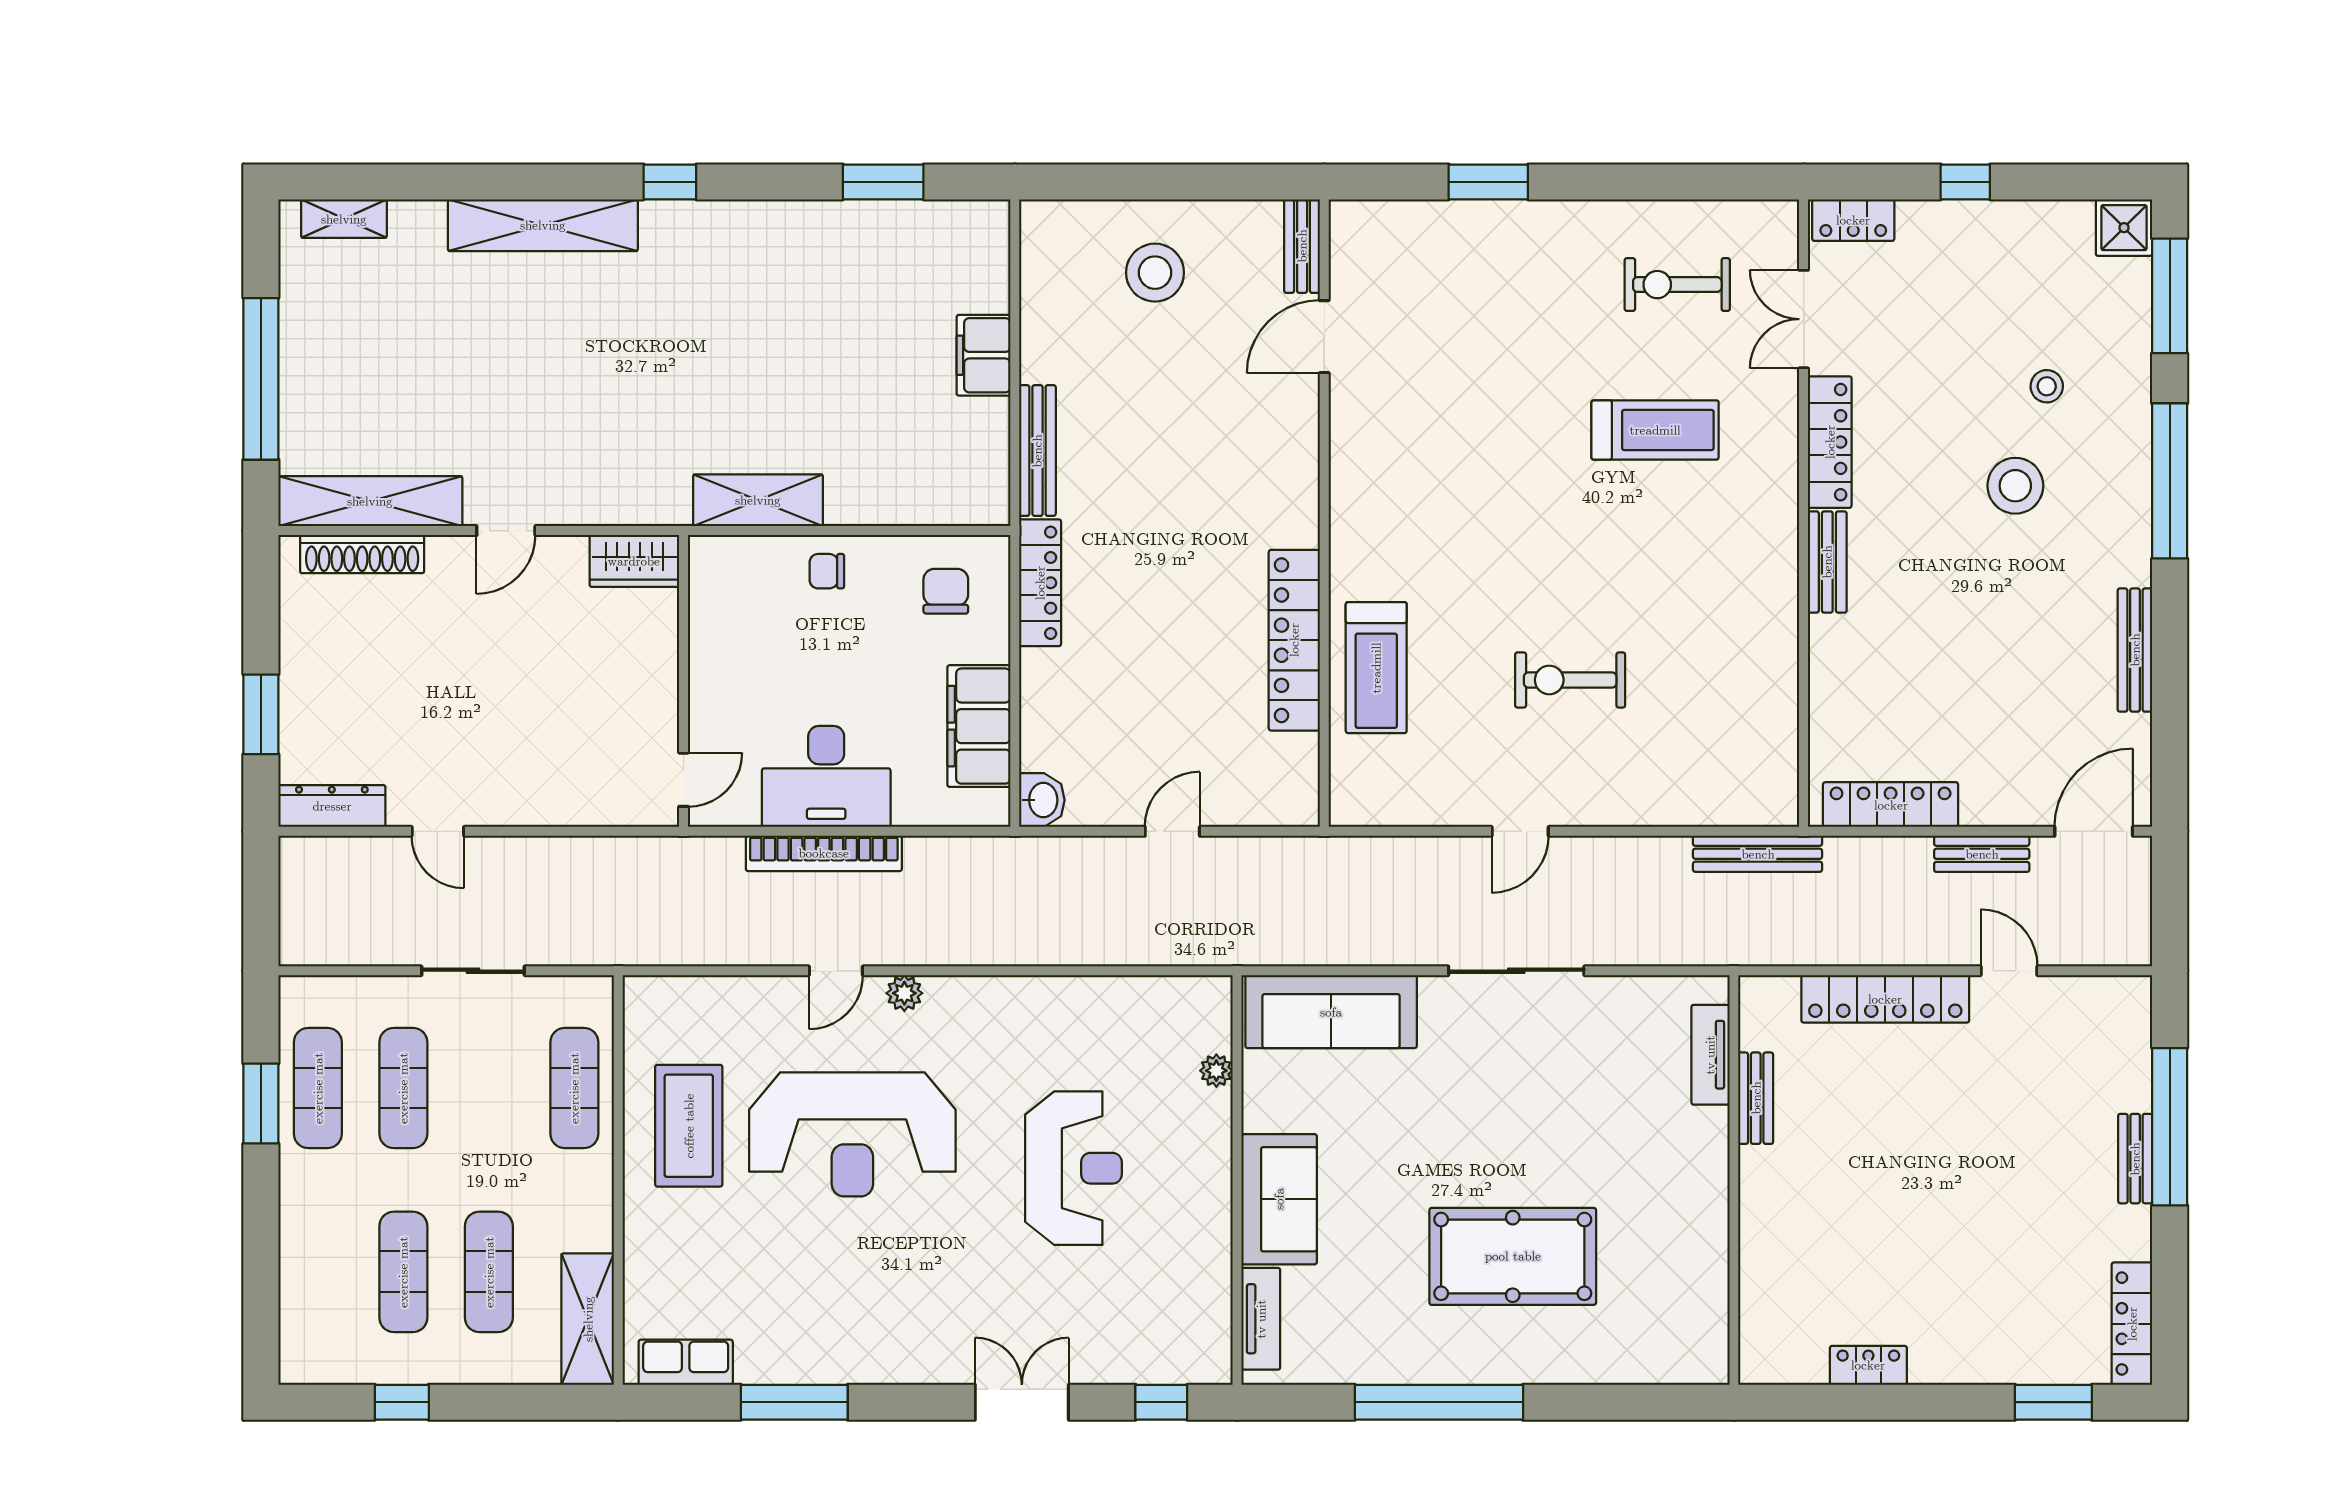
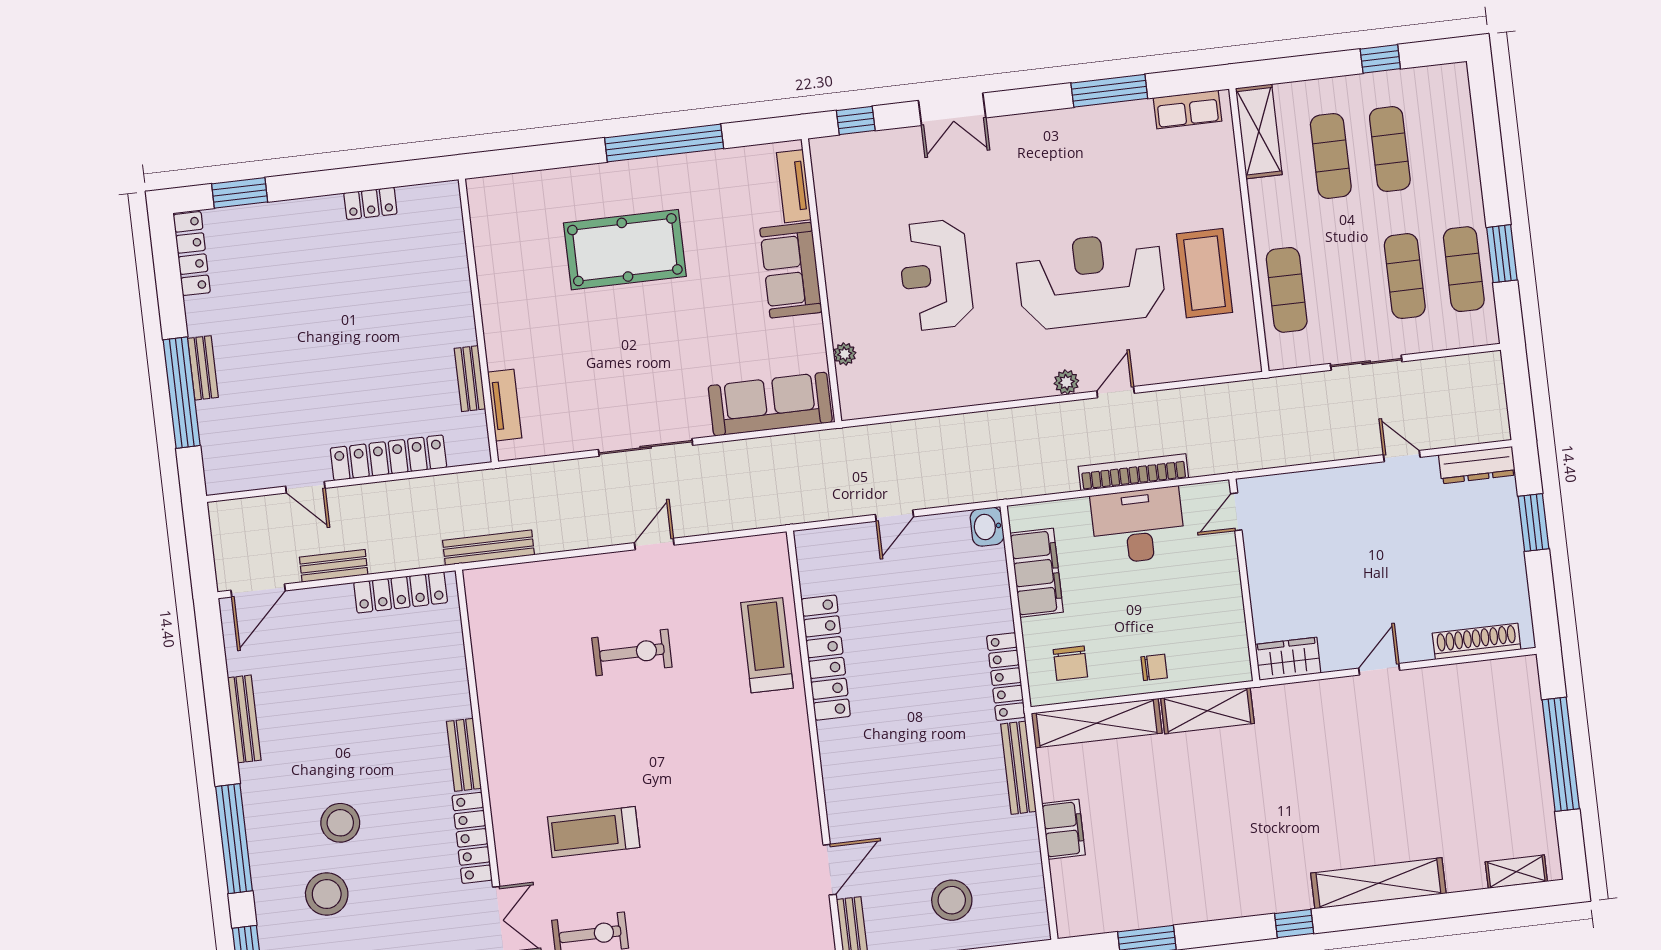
stool: (2047, 386) -> (327, 894), width x1.89, depth x1.89
shelving: (370, 501) -> (1097, 723), moved

